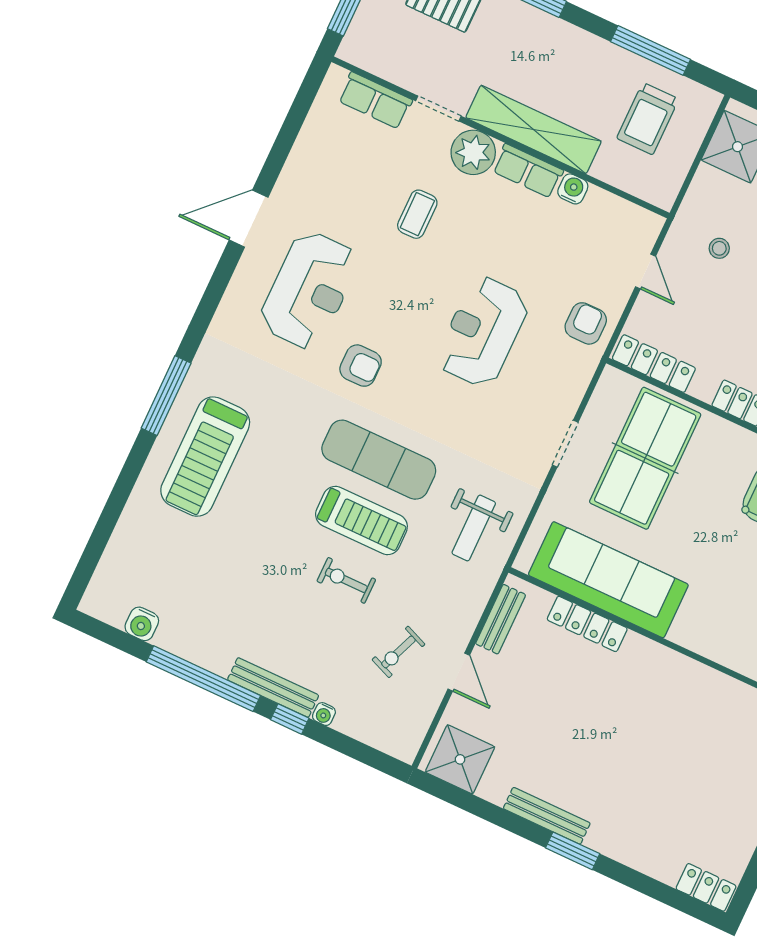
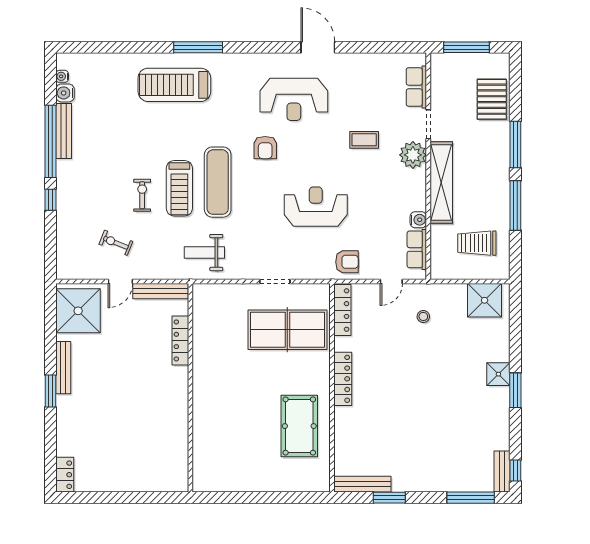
window: (650, 50) -> (515, 206), moved
row of seats: (528, 171) -> (417, 249), moved
sofa: (608, 580) -> (210, 341), removed
bench: (501, 619) -> (161, 291), width x1.36
bench: (273, 688) -> (64, 131), moved
water cooler: (324, 714) -> (62, 76), moved
shower: (460, 759) -> (78, 311), width x1.37, depth x1.37

